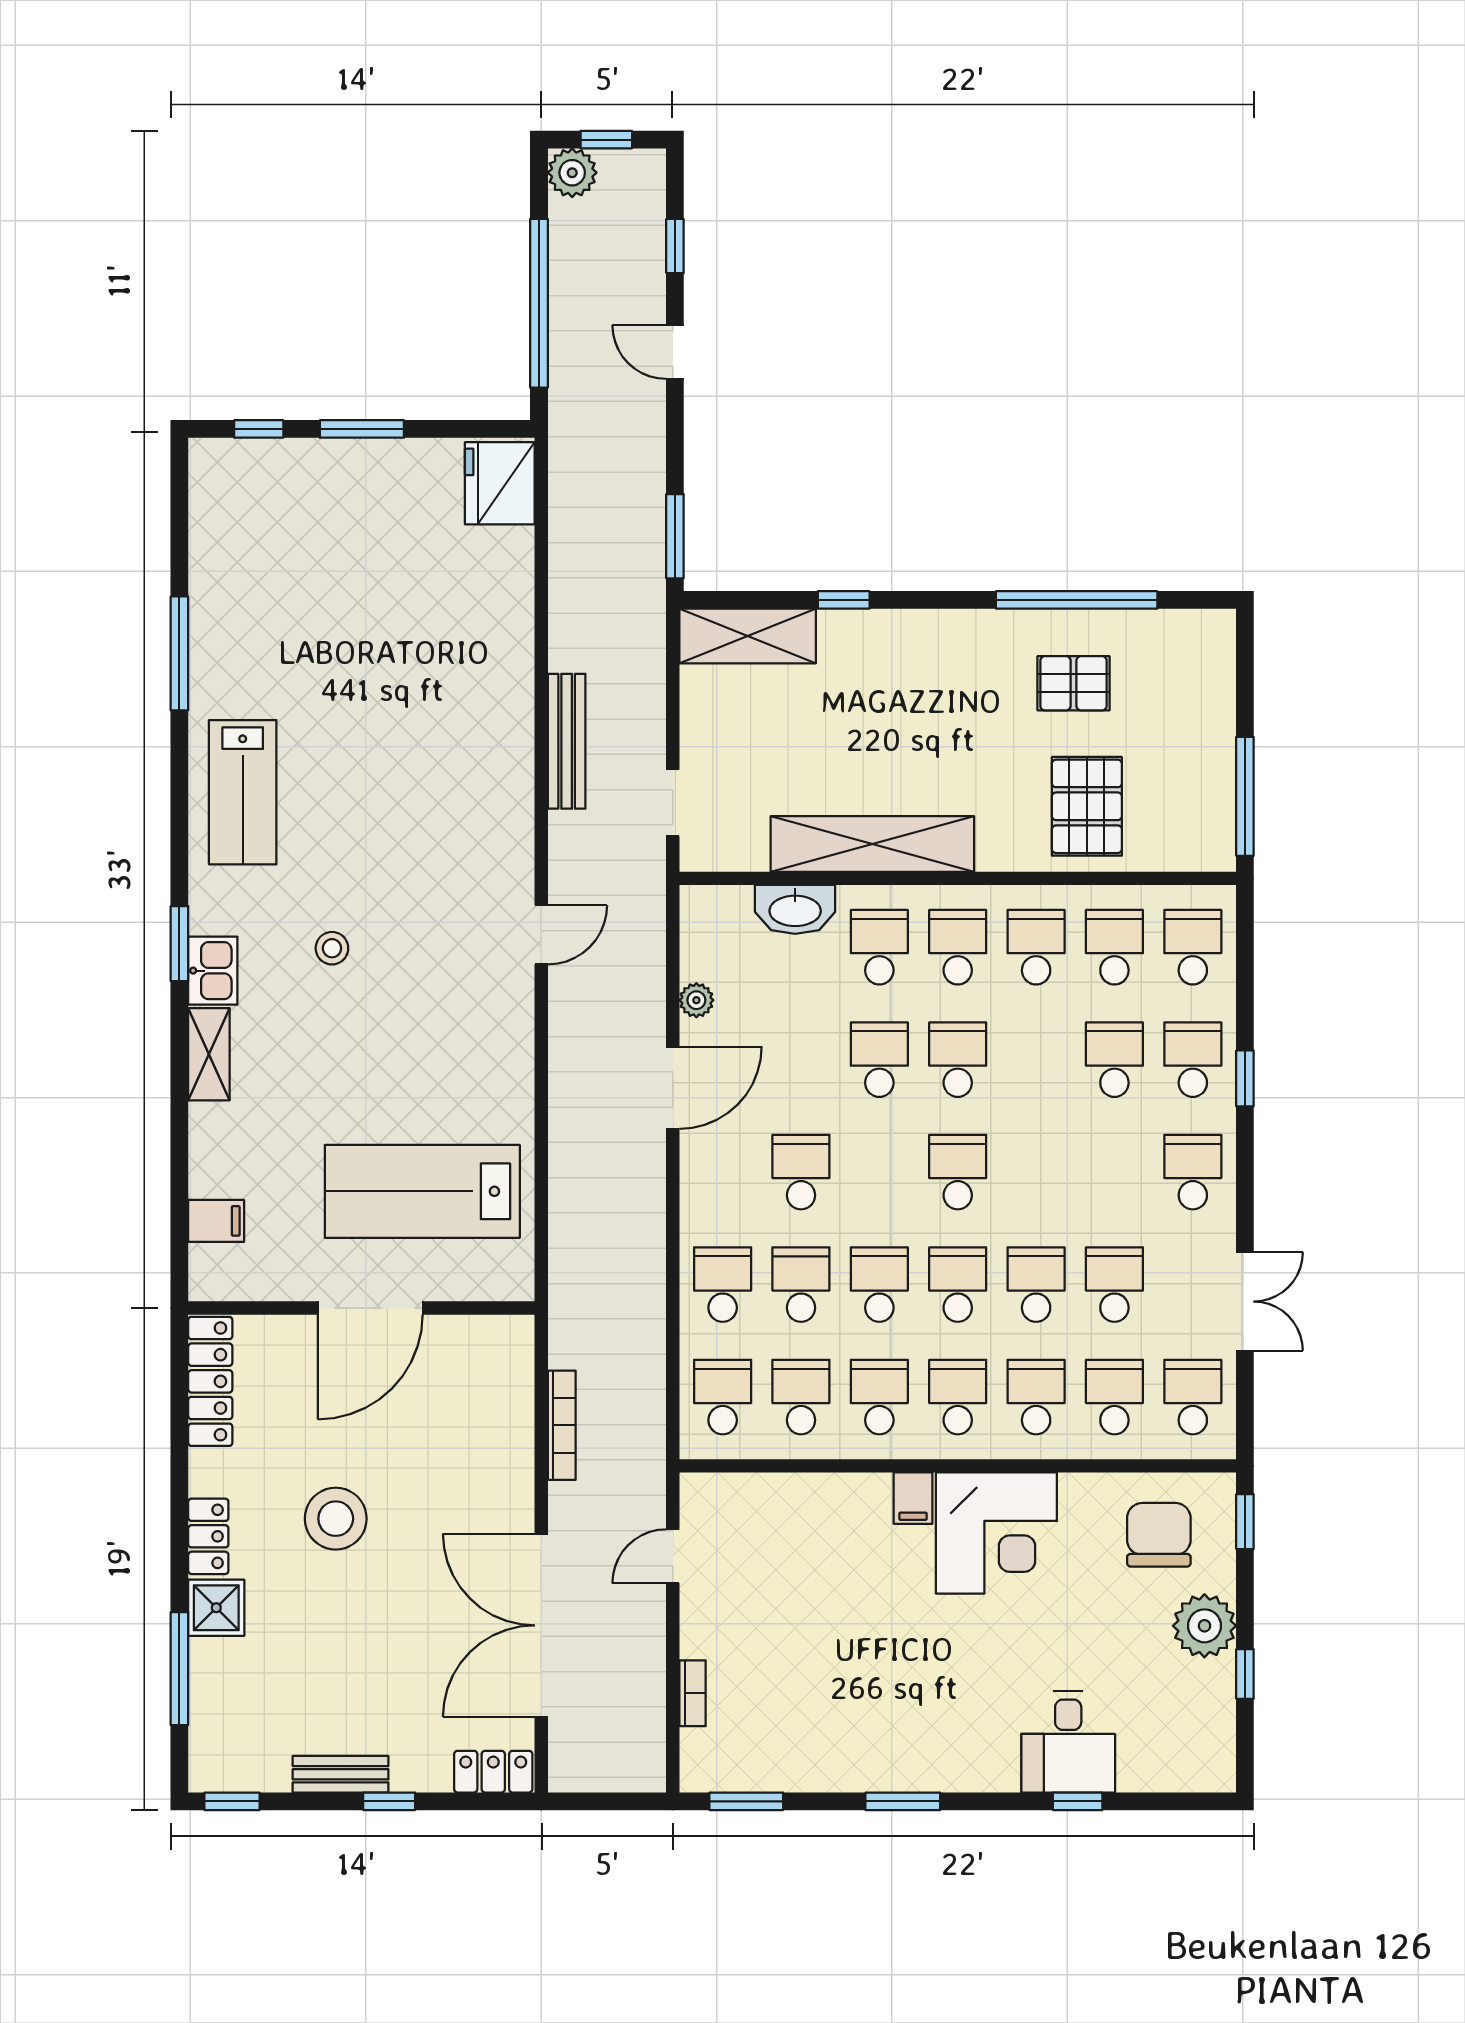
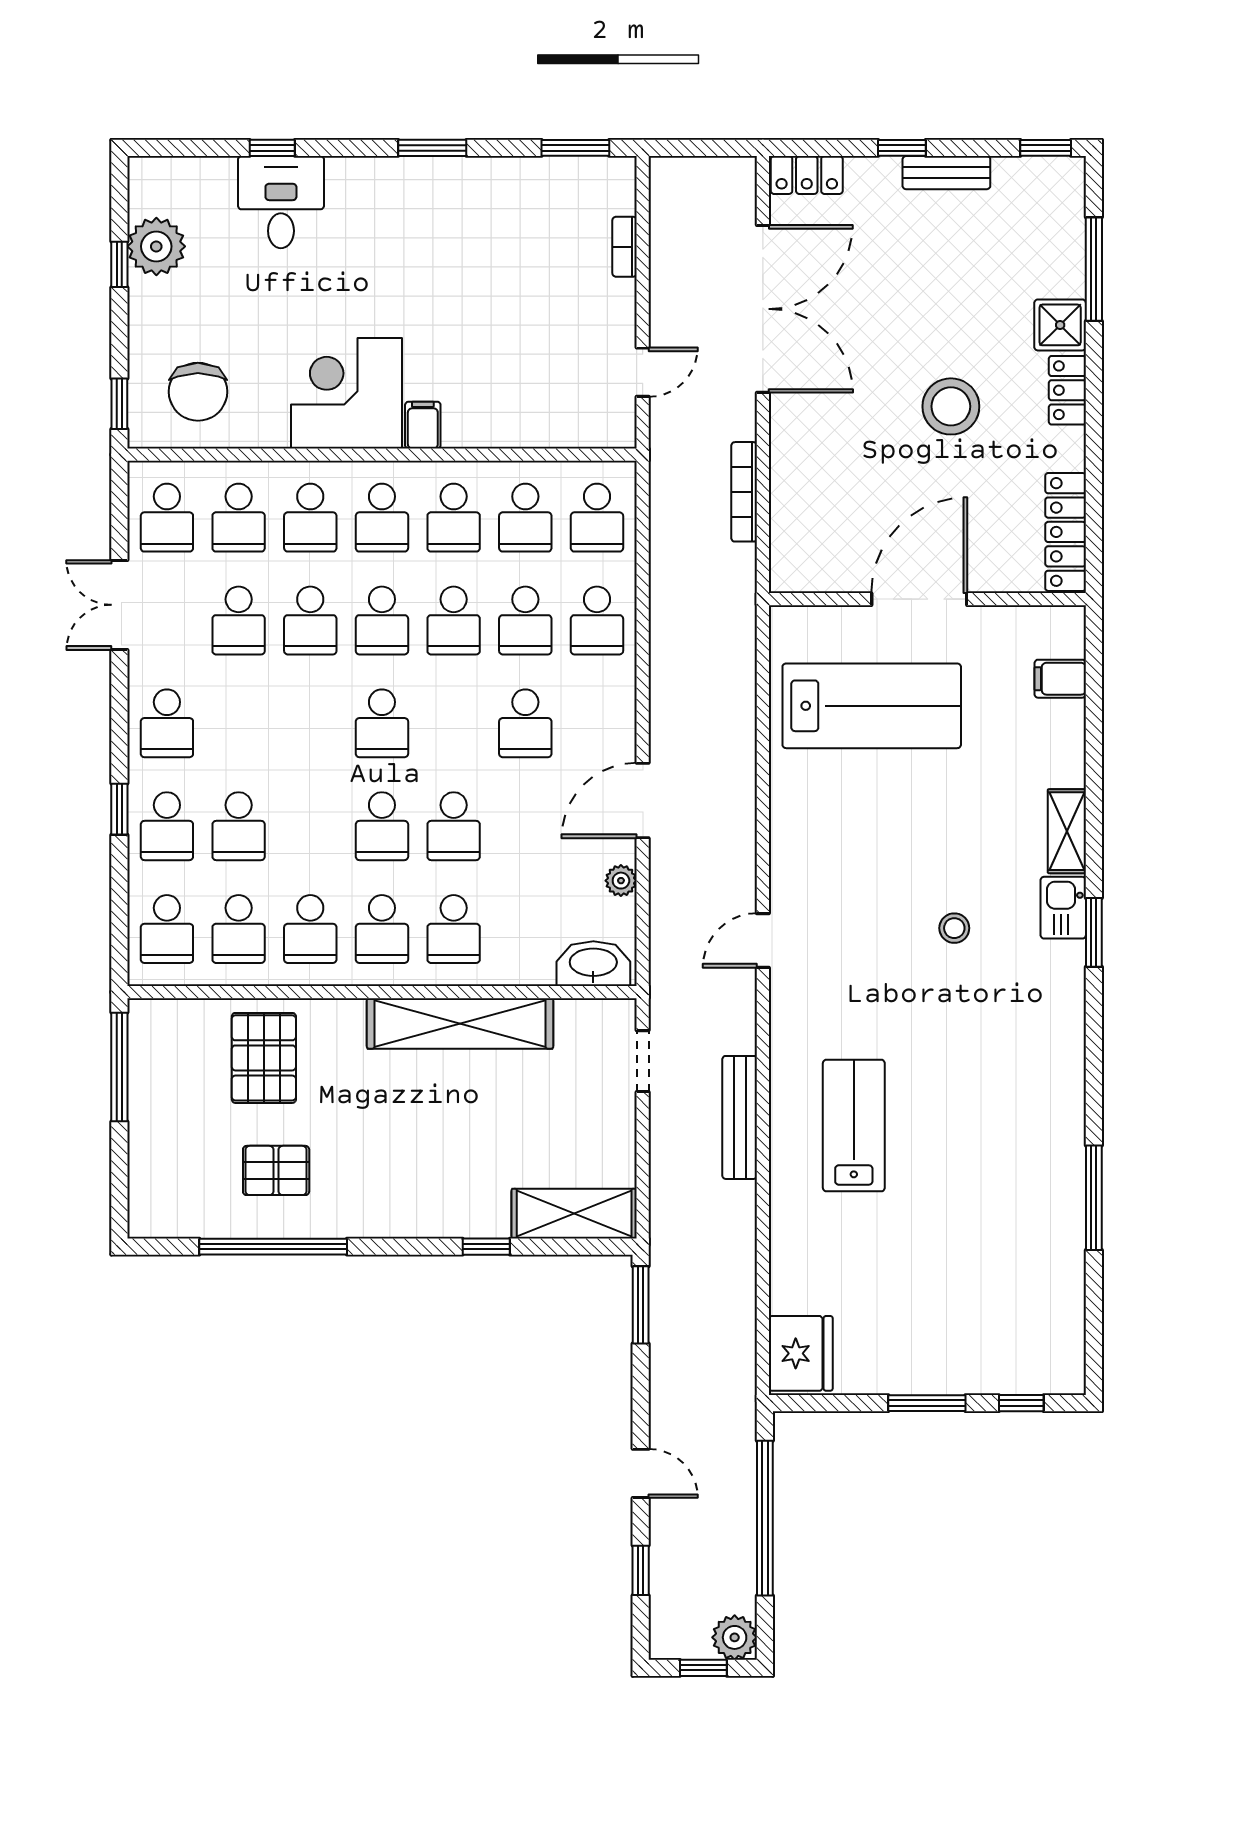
lab bench: (243, 792) -> (854, 1126), moved
washbasin: (795, 909) -> (593, 964), moved
plant: (1204, 1626) -> (156, 246), moved

